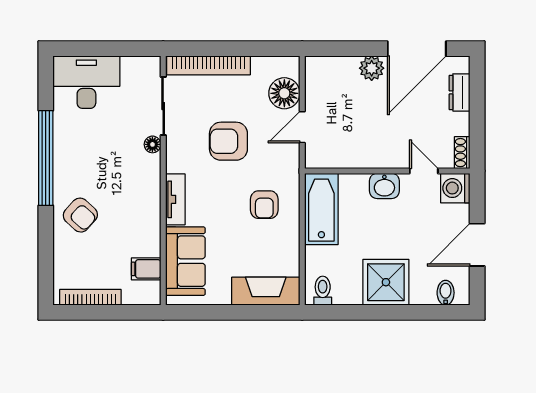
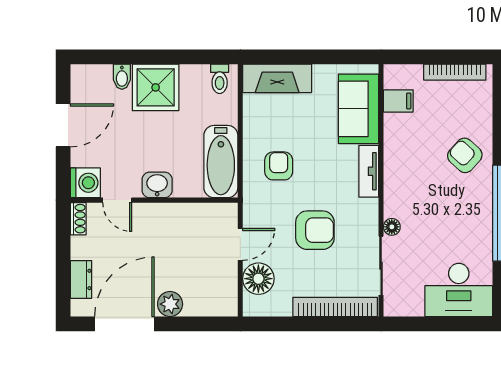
bidet: (446, 293) -> (122, 77), moved

